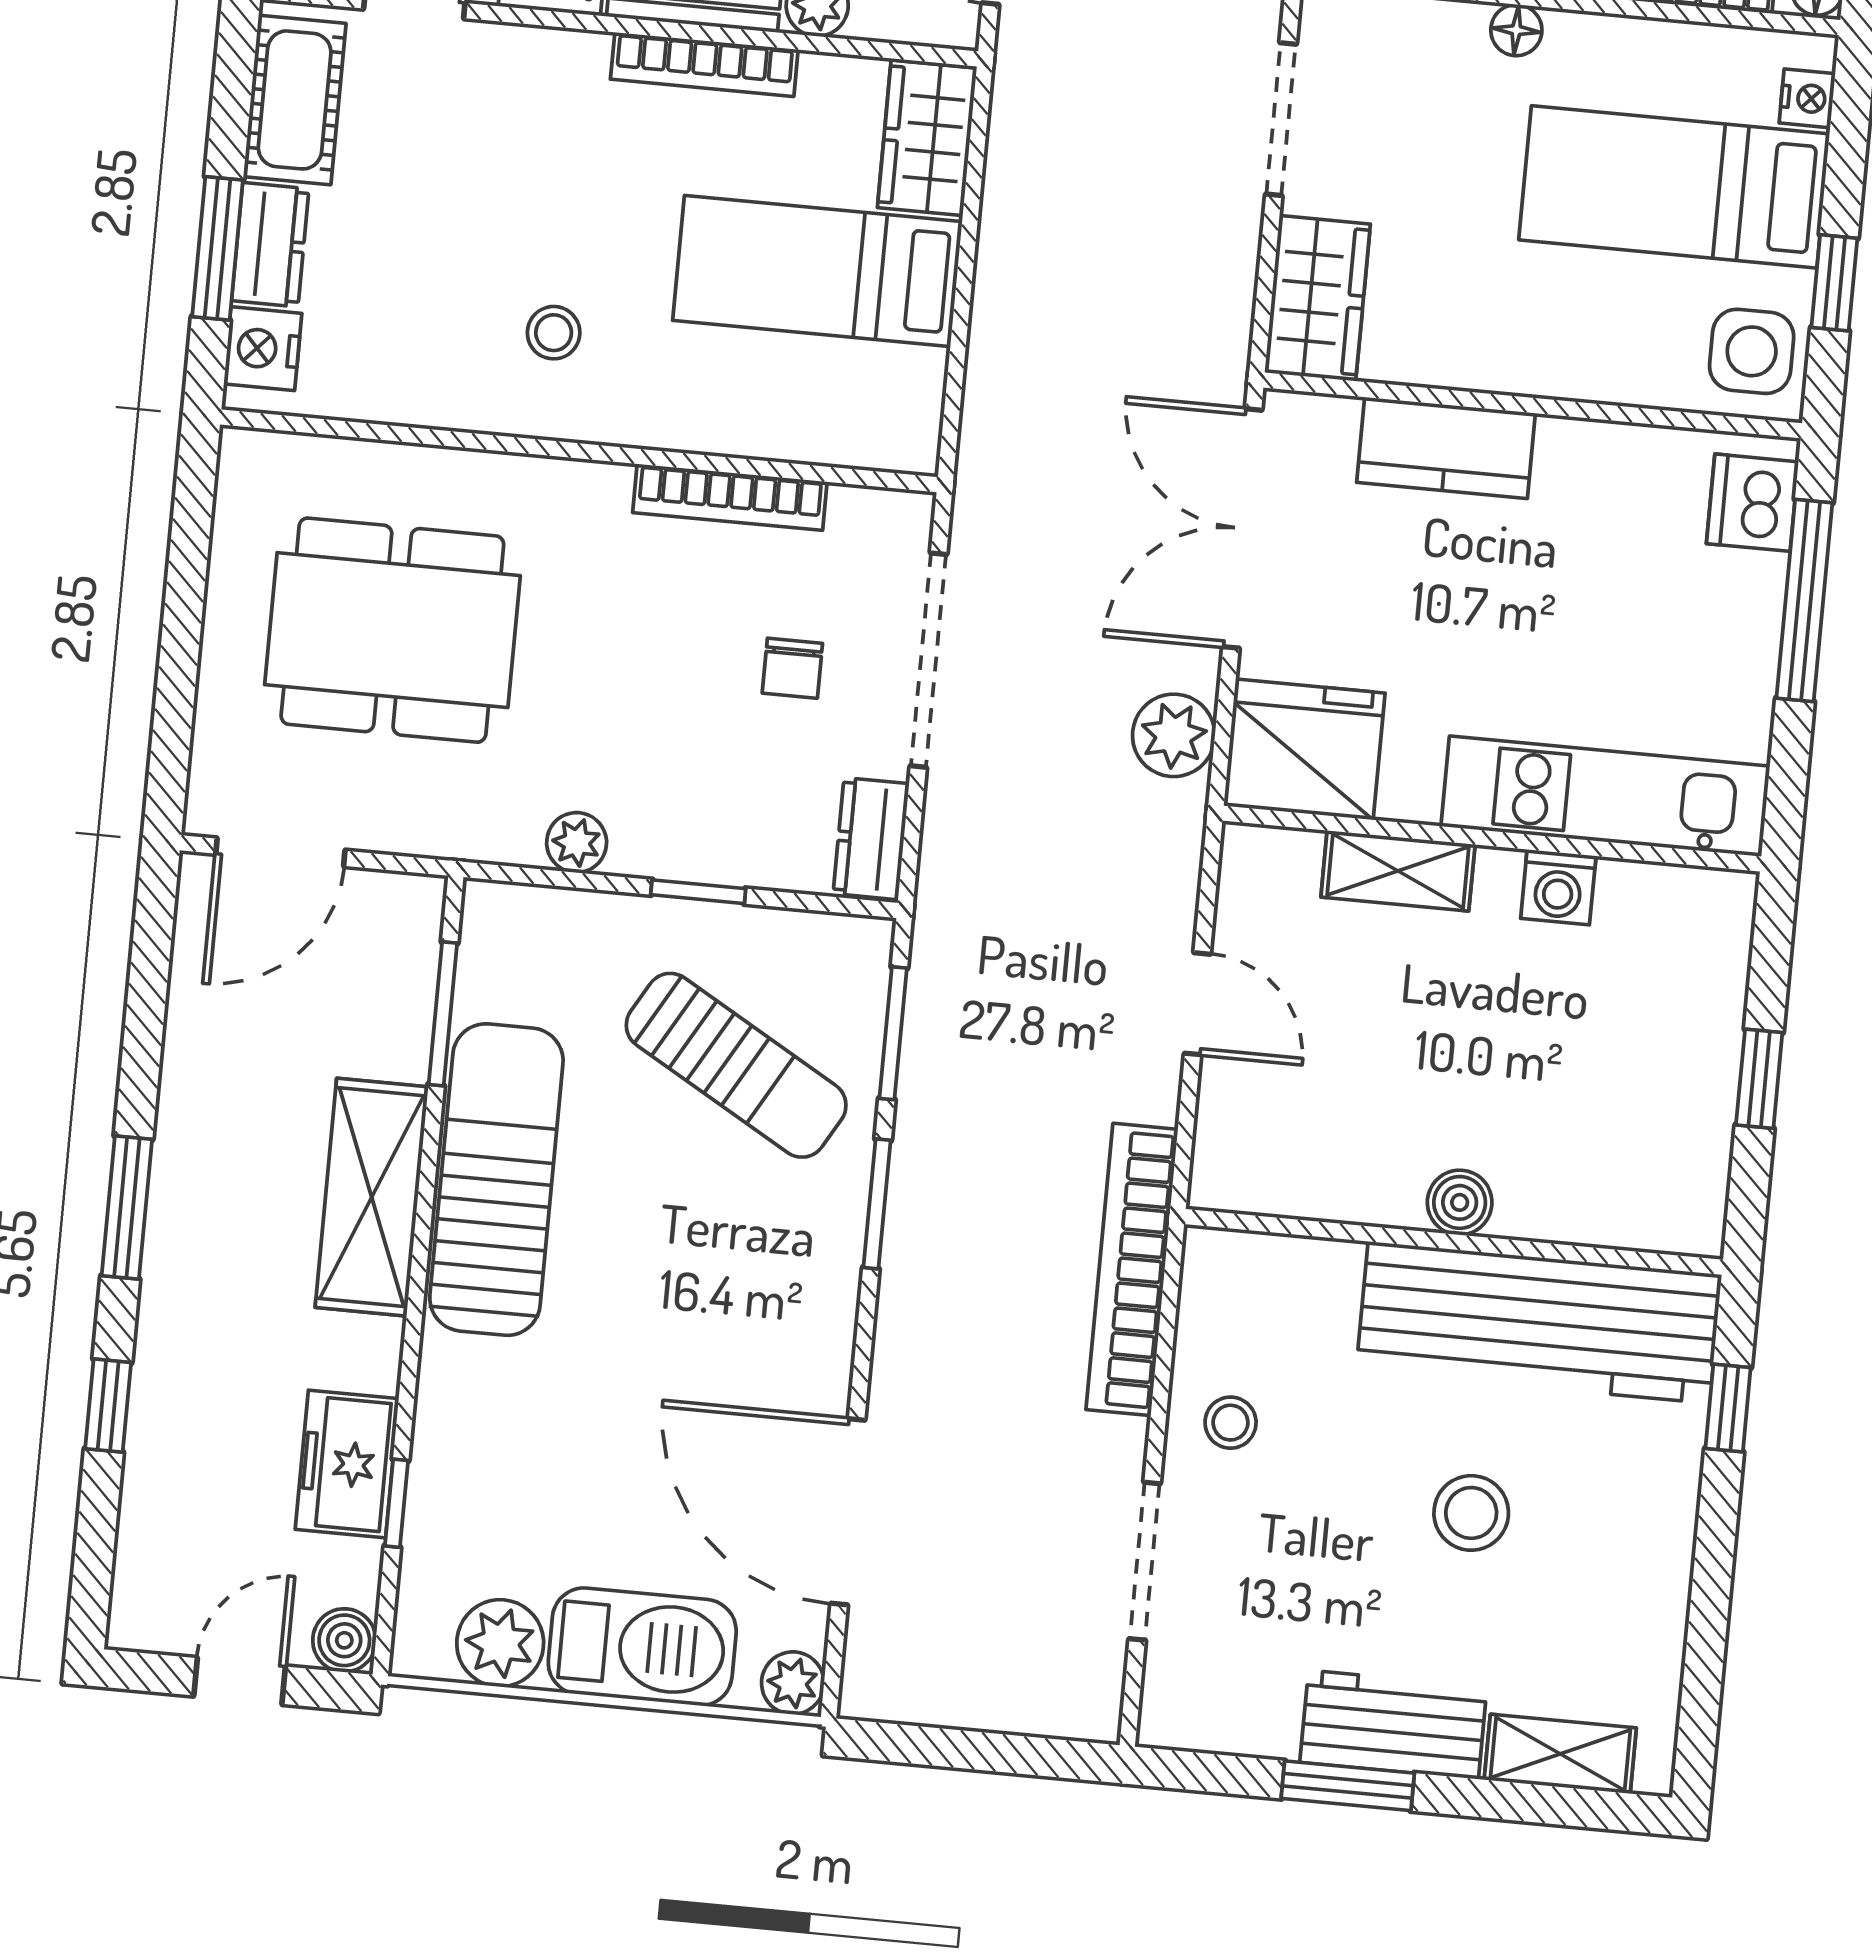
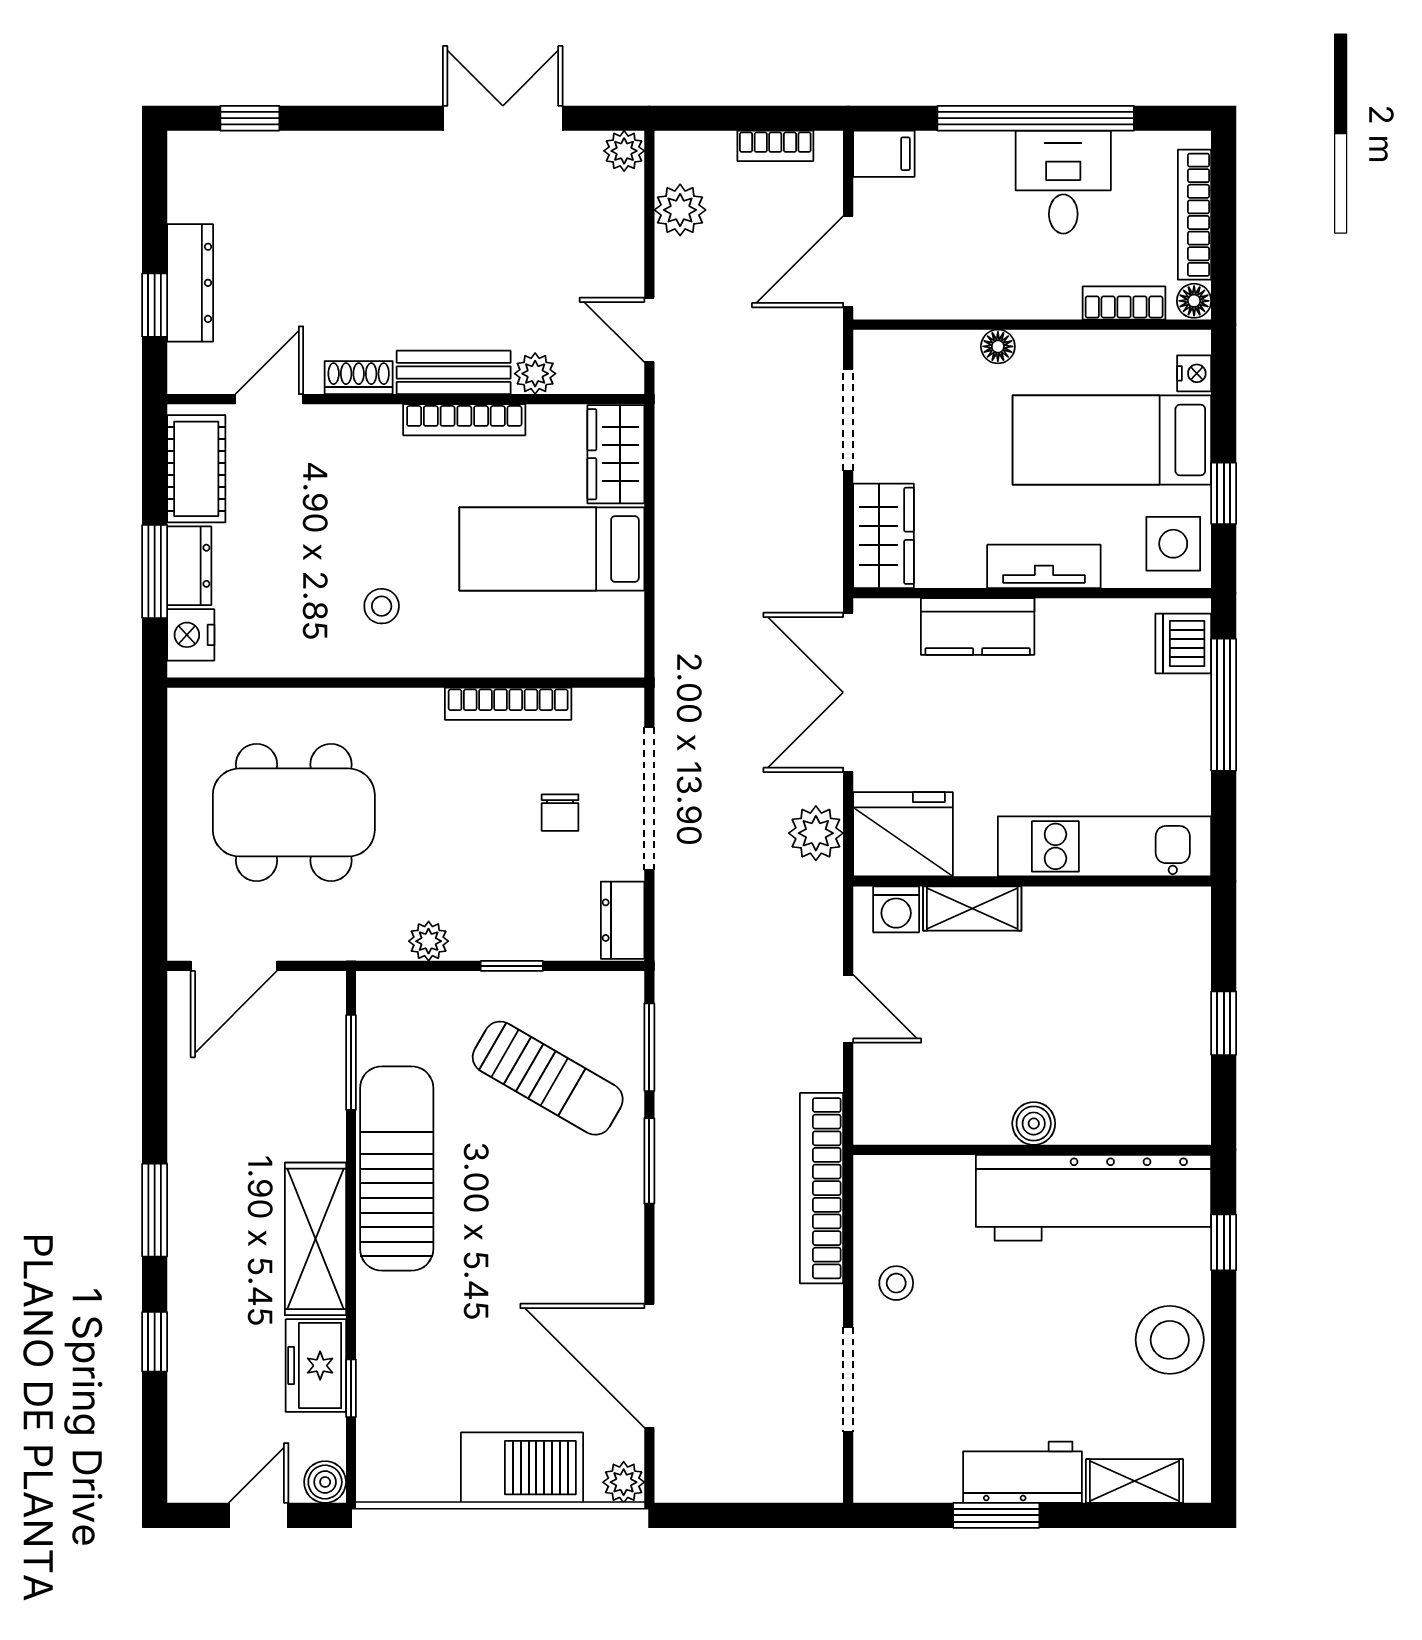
tv unit: (1554, 367) -> (1044, 566), added
washing machine: (1558, 887) -> (896, 909), moved
shelving: (372, 1197) -> (315, 1239), moved
stool: (1471, 1513) -> (1170, 1340), moved, width x1.38, depth x1.38
plant: (500, 1643) -> (428, 1474), removed

